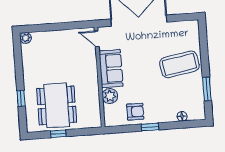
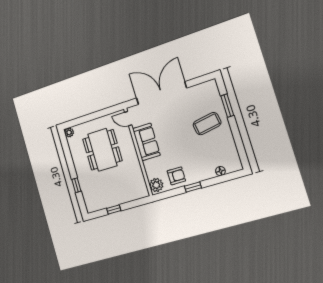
coffee table: (179, 64) -> (207, 124), width x0.73, depth x0.76
window: (207, 89) -> (227, 106), moved
plant: (110, 96) -> (156, 185), moved
dining table: (57, 105) -> (102, 150), moved

